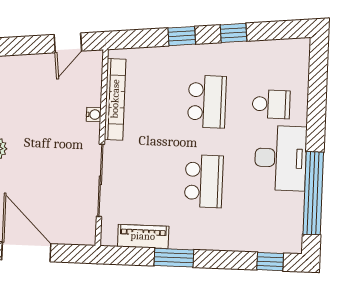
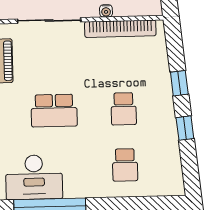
school desk: (207, 102) -> (124, 109), width x0.54
desk: (281, 158) -> (34, 177), moved

